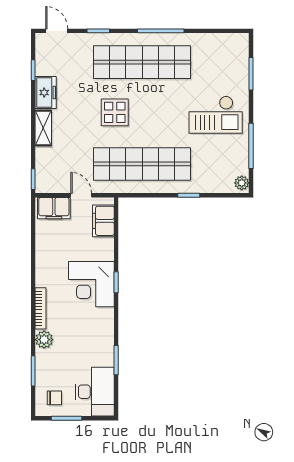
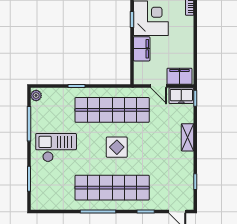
freezer: (46, 93) -> (181, 96), moved, turned -90
display table: (115, 112) -> (117, 147), moved
filing cabinet: (103, 221) -> (142, 49), moved

